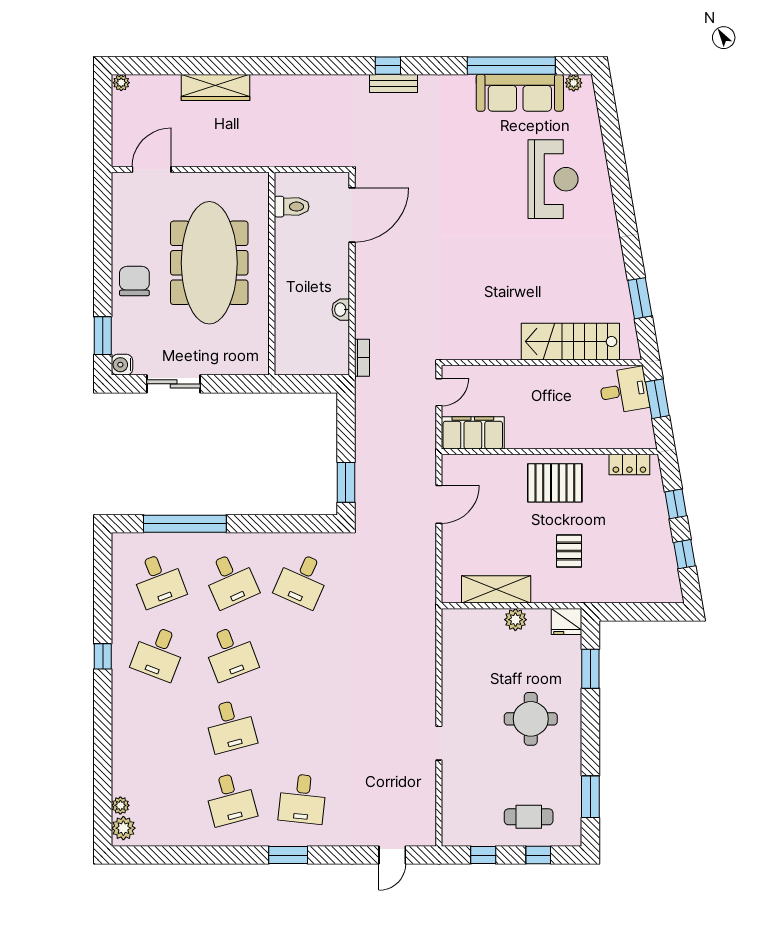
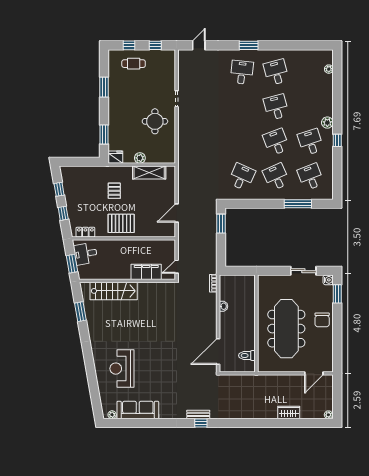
window: (511, 66) -> (142, 423), removed
wardrobe: (216, 87) -> (289, 412), width x0.67
desk: (624, 390) -> (86, 254), moved
filing cabinet: (473, 433) -> (146, 272), moved, turned 180
window: (185, 524) -> (298, 204), width x0.68
desk: (158, 653) -> (311, 142), turned -39
round table: (531, 719) -> (155, 121), moved
window: (590, 797) -> (104, 87), moved
plant: (123, 828) -> (327, 123), moved

